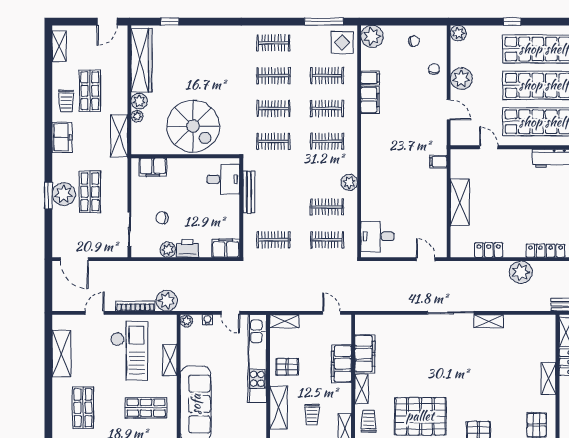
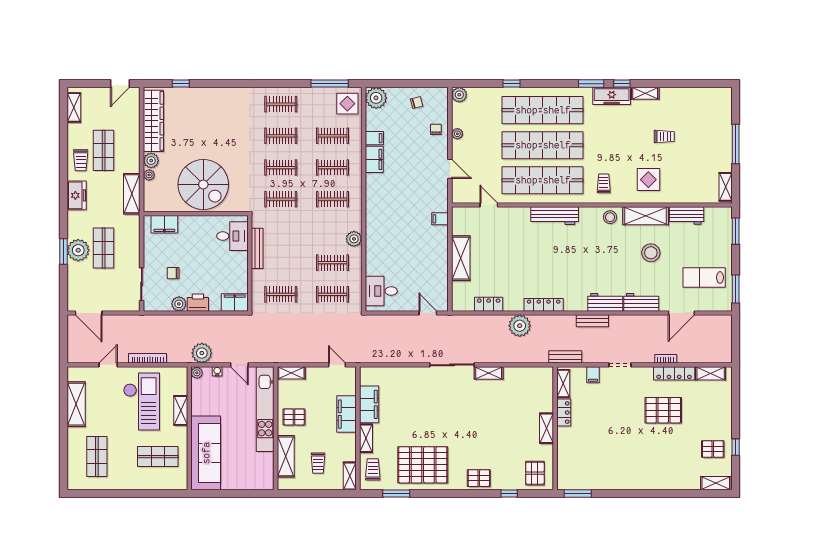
plant: (461, 79) -> (457, 134), width x0.53, depth x0.53
plant: (167, 301) -> (202, 353), moved

